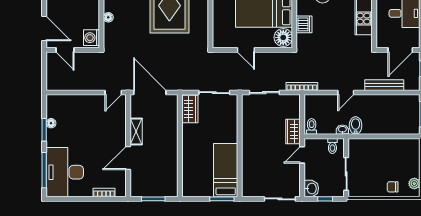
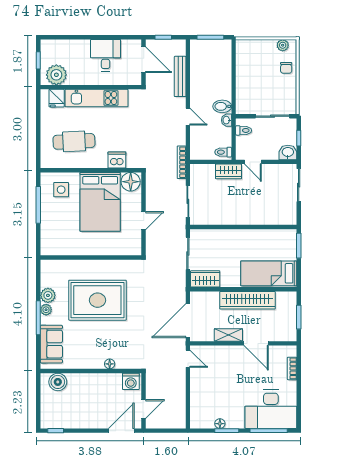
wardrobe: (169, 150) -> (247, 300), added
bed: (226, 170) -> (269, 273), moved

